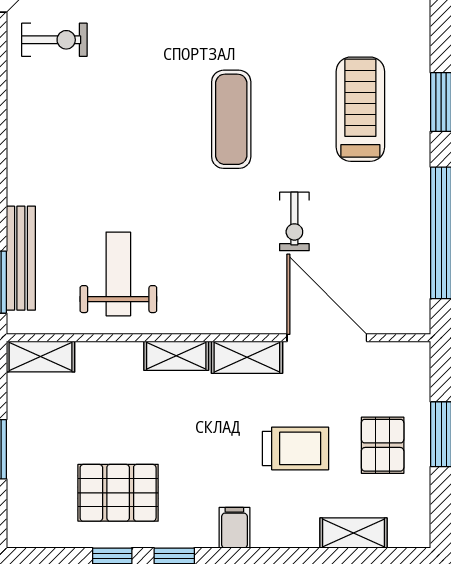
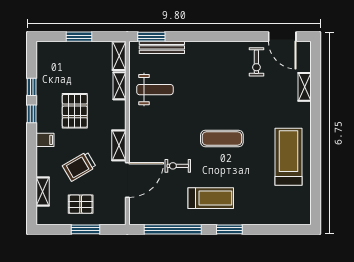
treadmill: (360, 109) -> (211, 198), moved
shelving: (176, 356) -> (119, 86), moved
trolley: (296, 448) -> (79, 166), turned 60
pallet: (118, 493) -> (75, 111), moved

